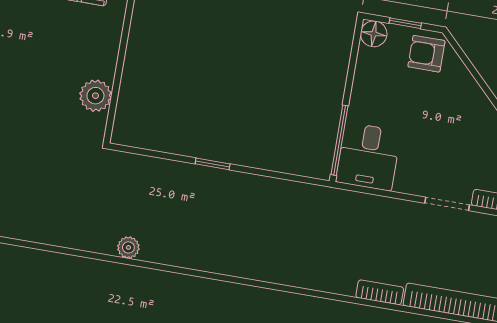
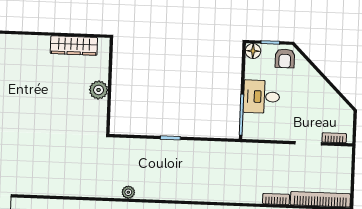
armchair: (426, 54) -> (285, 58), turned -90
plant: (95, 96) -> (99, 90), moved
desk: (368, 157) -> (261, 97), moved, turned 90

